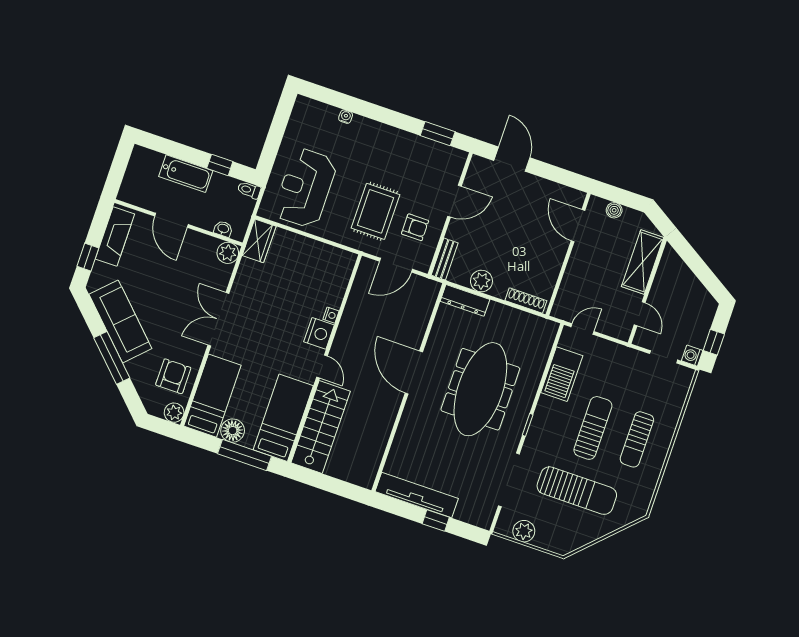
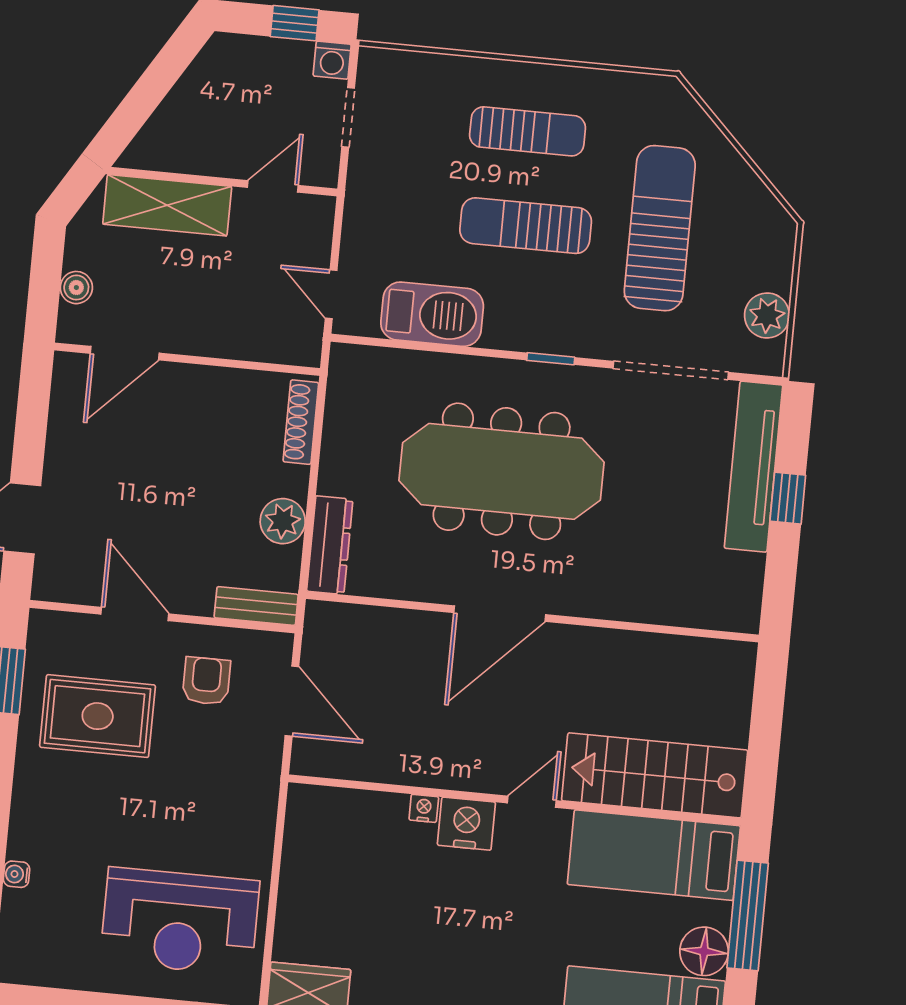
rug: (375, 211) -> (98, 716), moved
tv unit: (417, 495) -> (754, 467), moved

